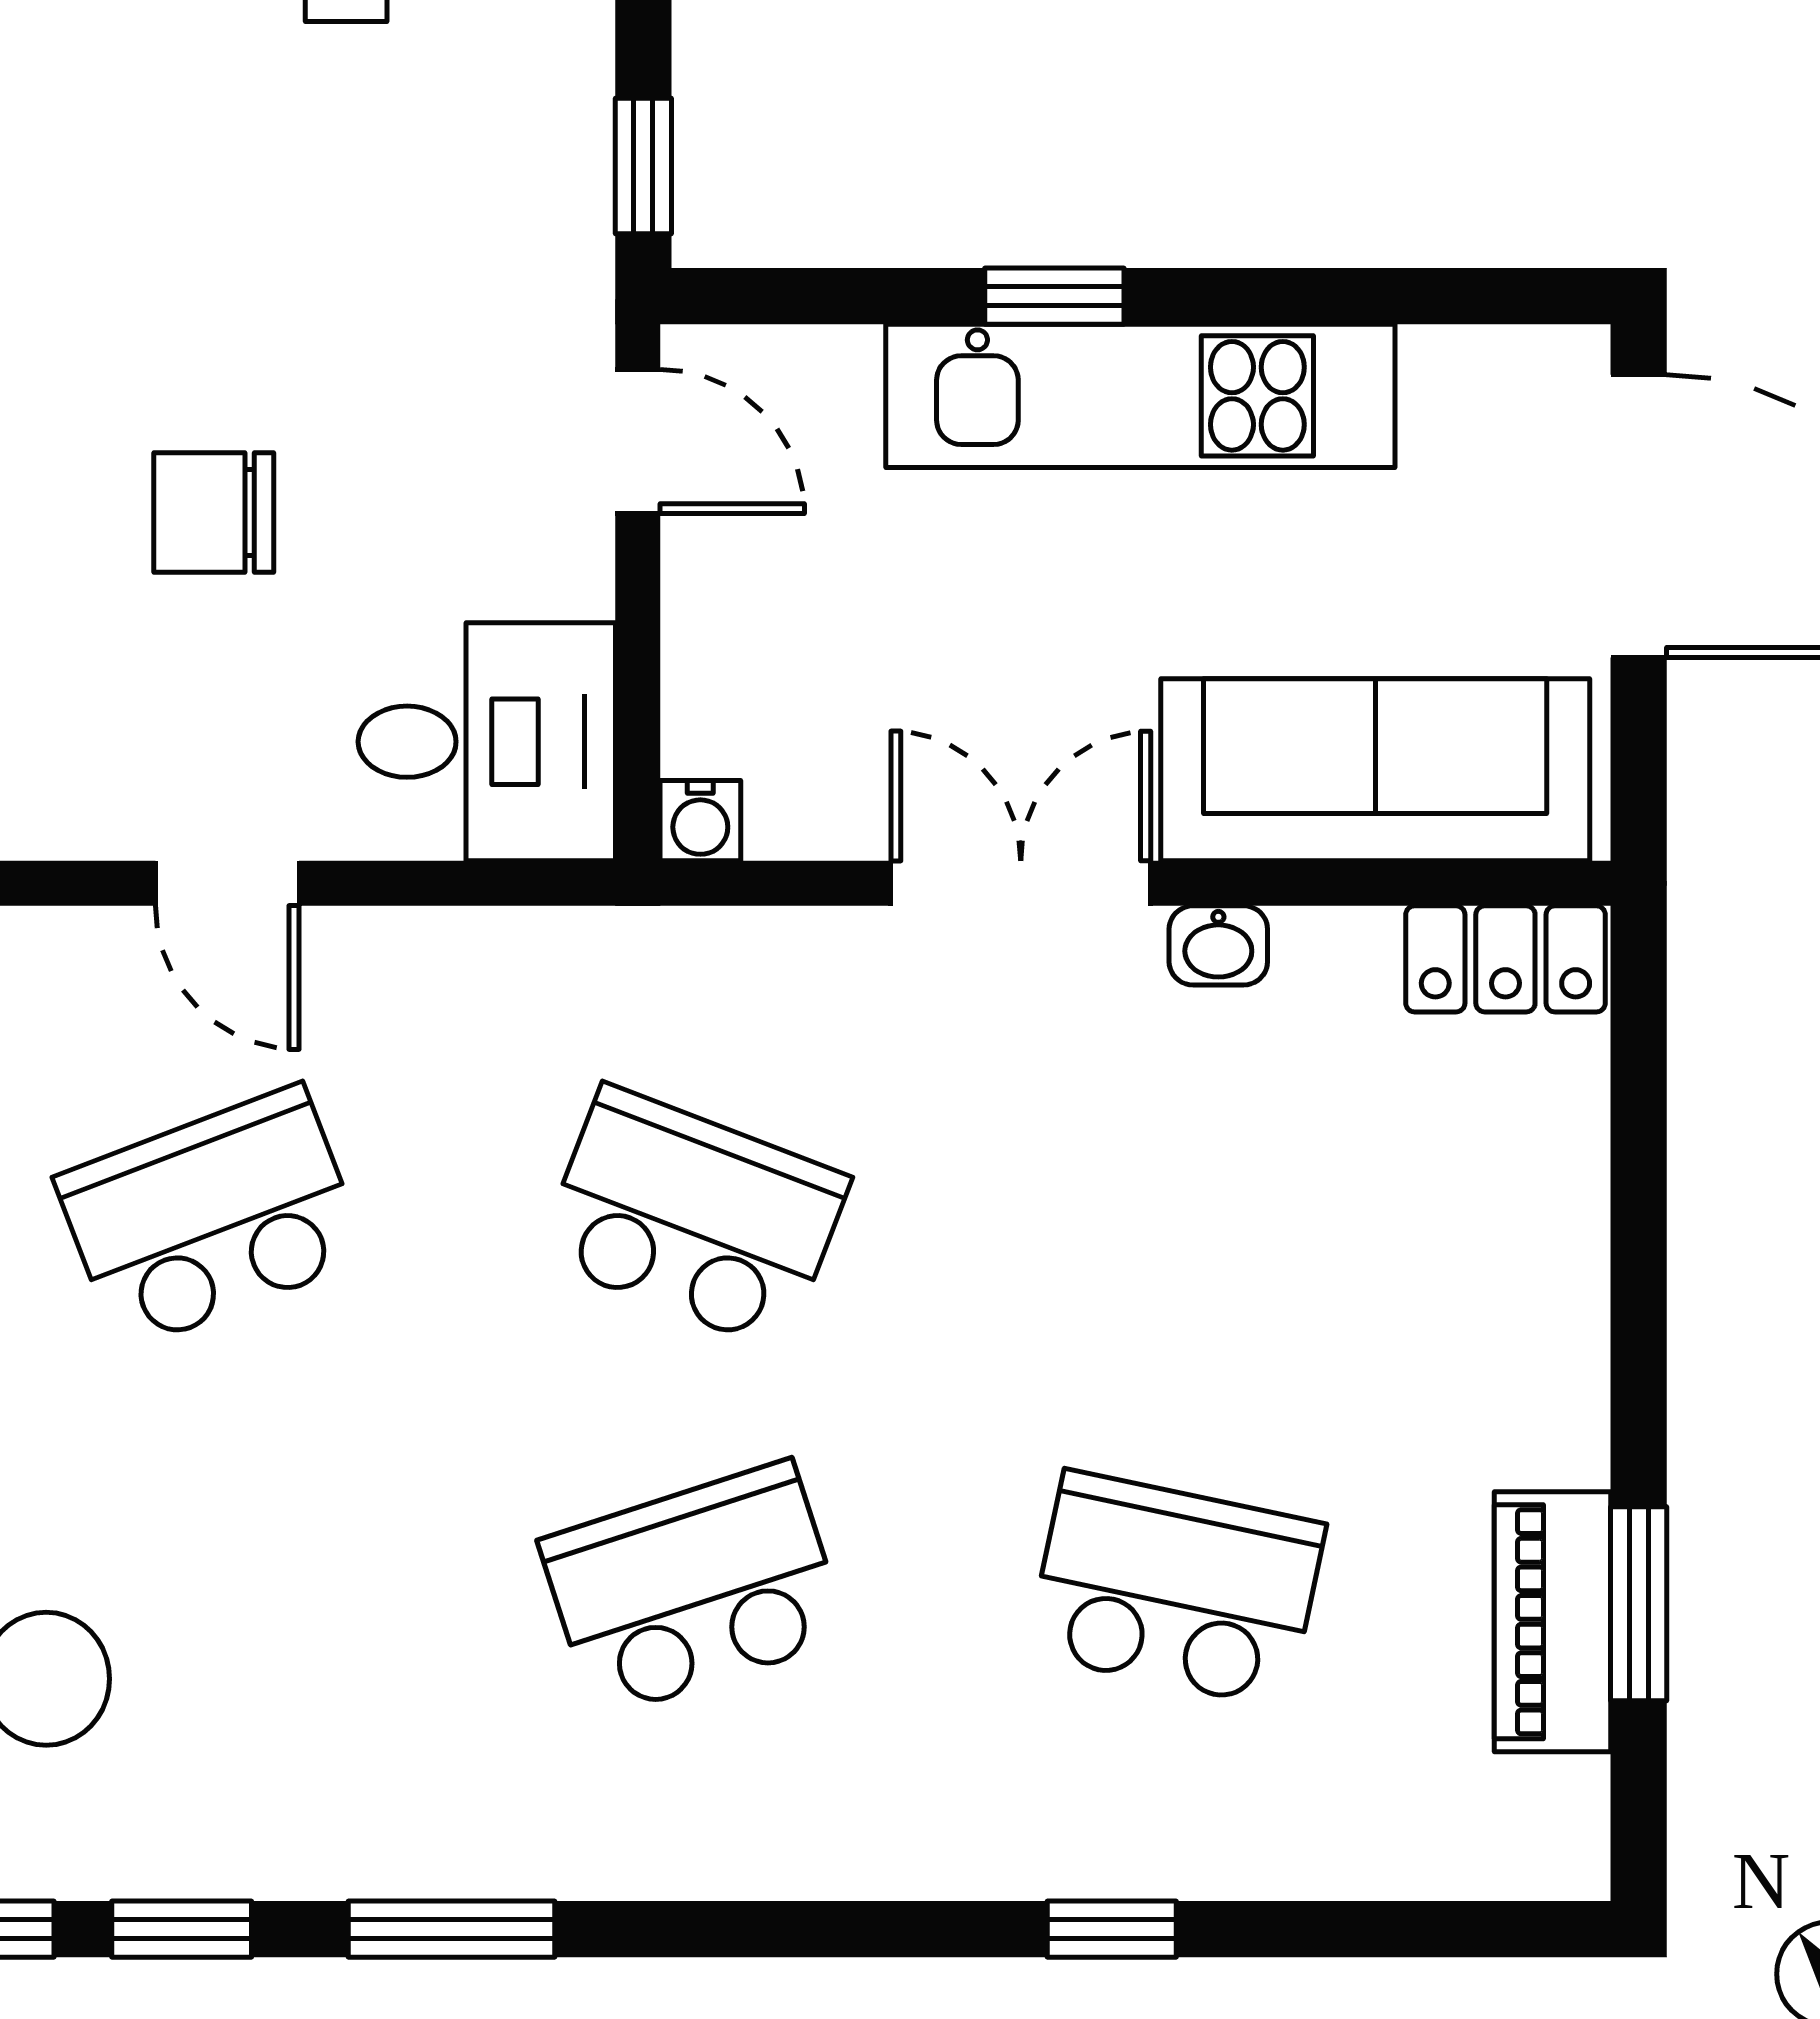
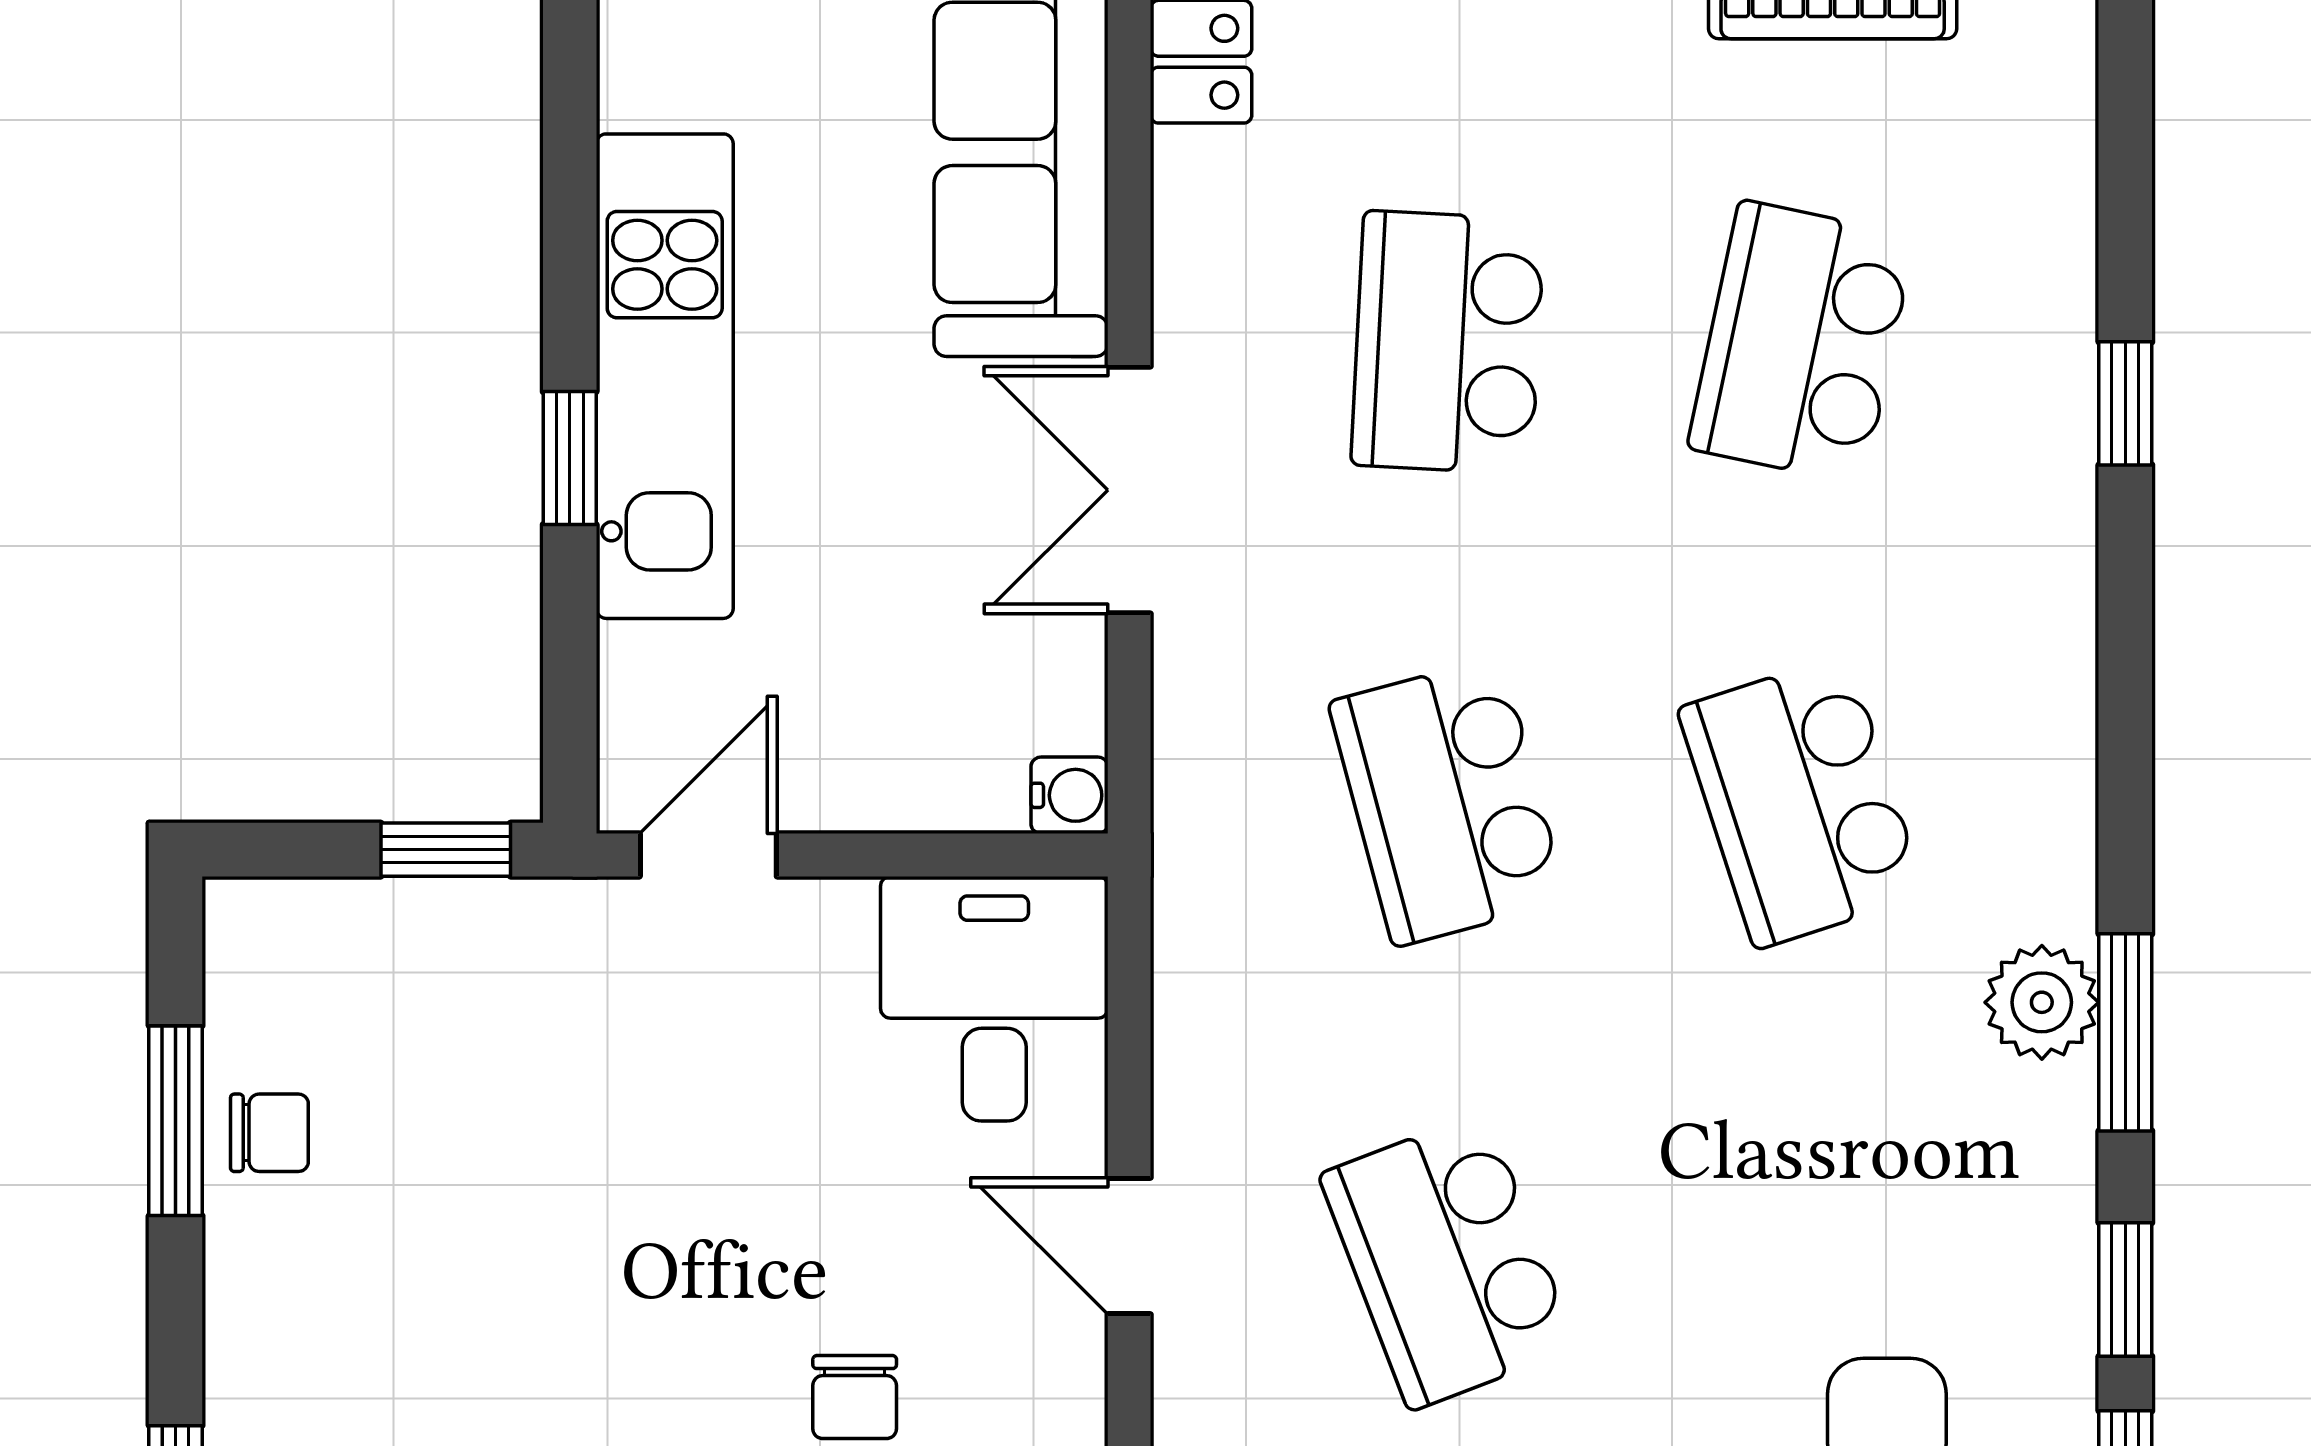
chair: (214, 513) -> (855, 1397), moved, width x0.73, depth x0.73
door: (227, 883) -> (1129, 1246), swing flipped
washbasin: (1218, 945) -> (1188, 302), removed
school desk: (694, 1218) -> (1448, 802), turned -36
school desk: (1176, 1218) -> (1448, 342), added
plant: (483, 1841) -> (2042, 1002), added

